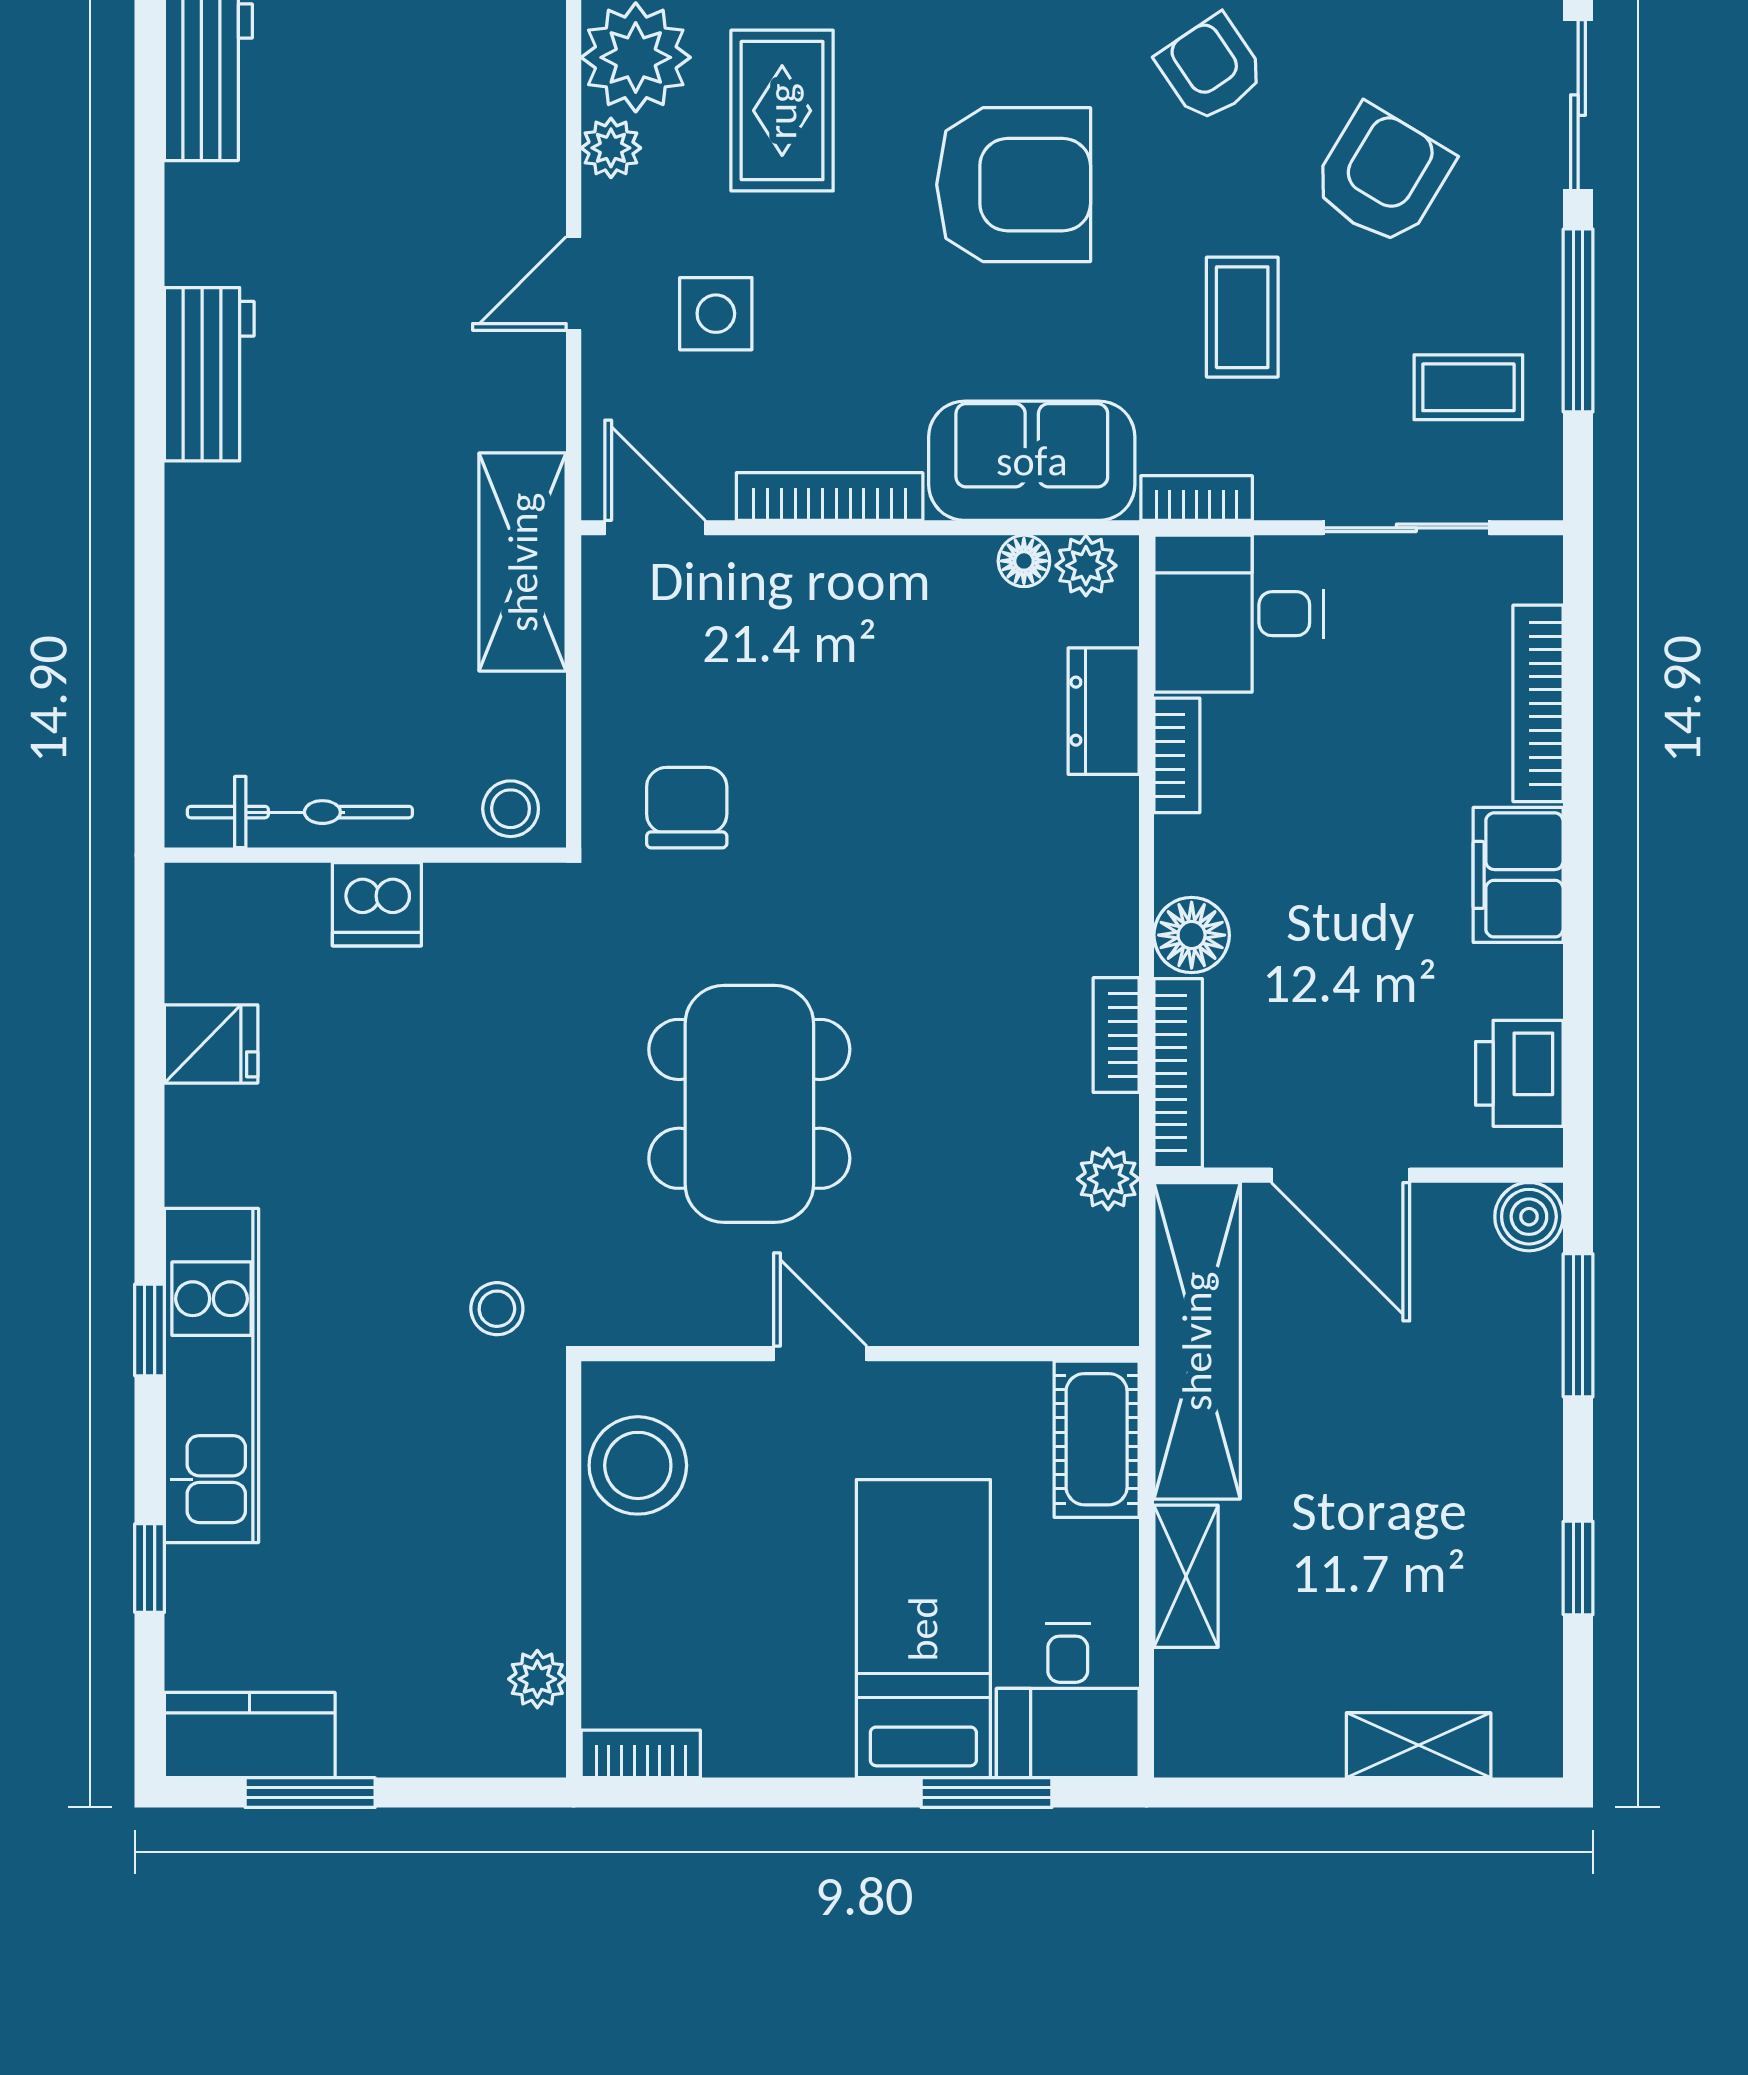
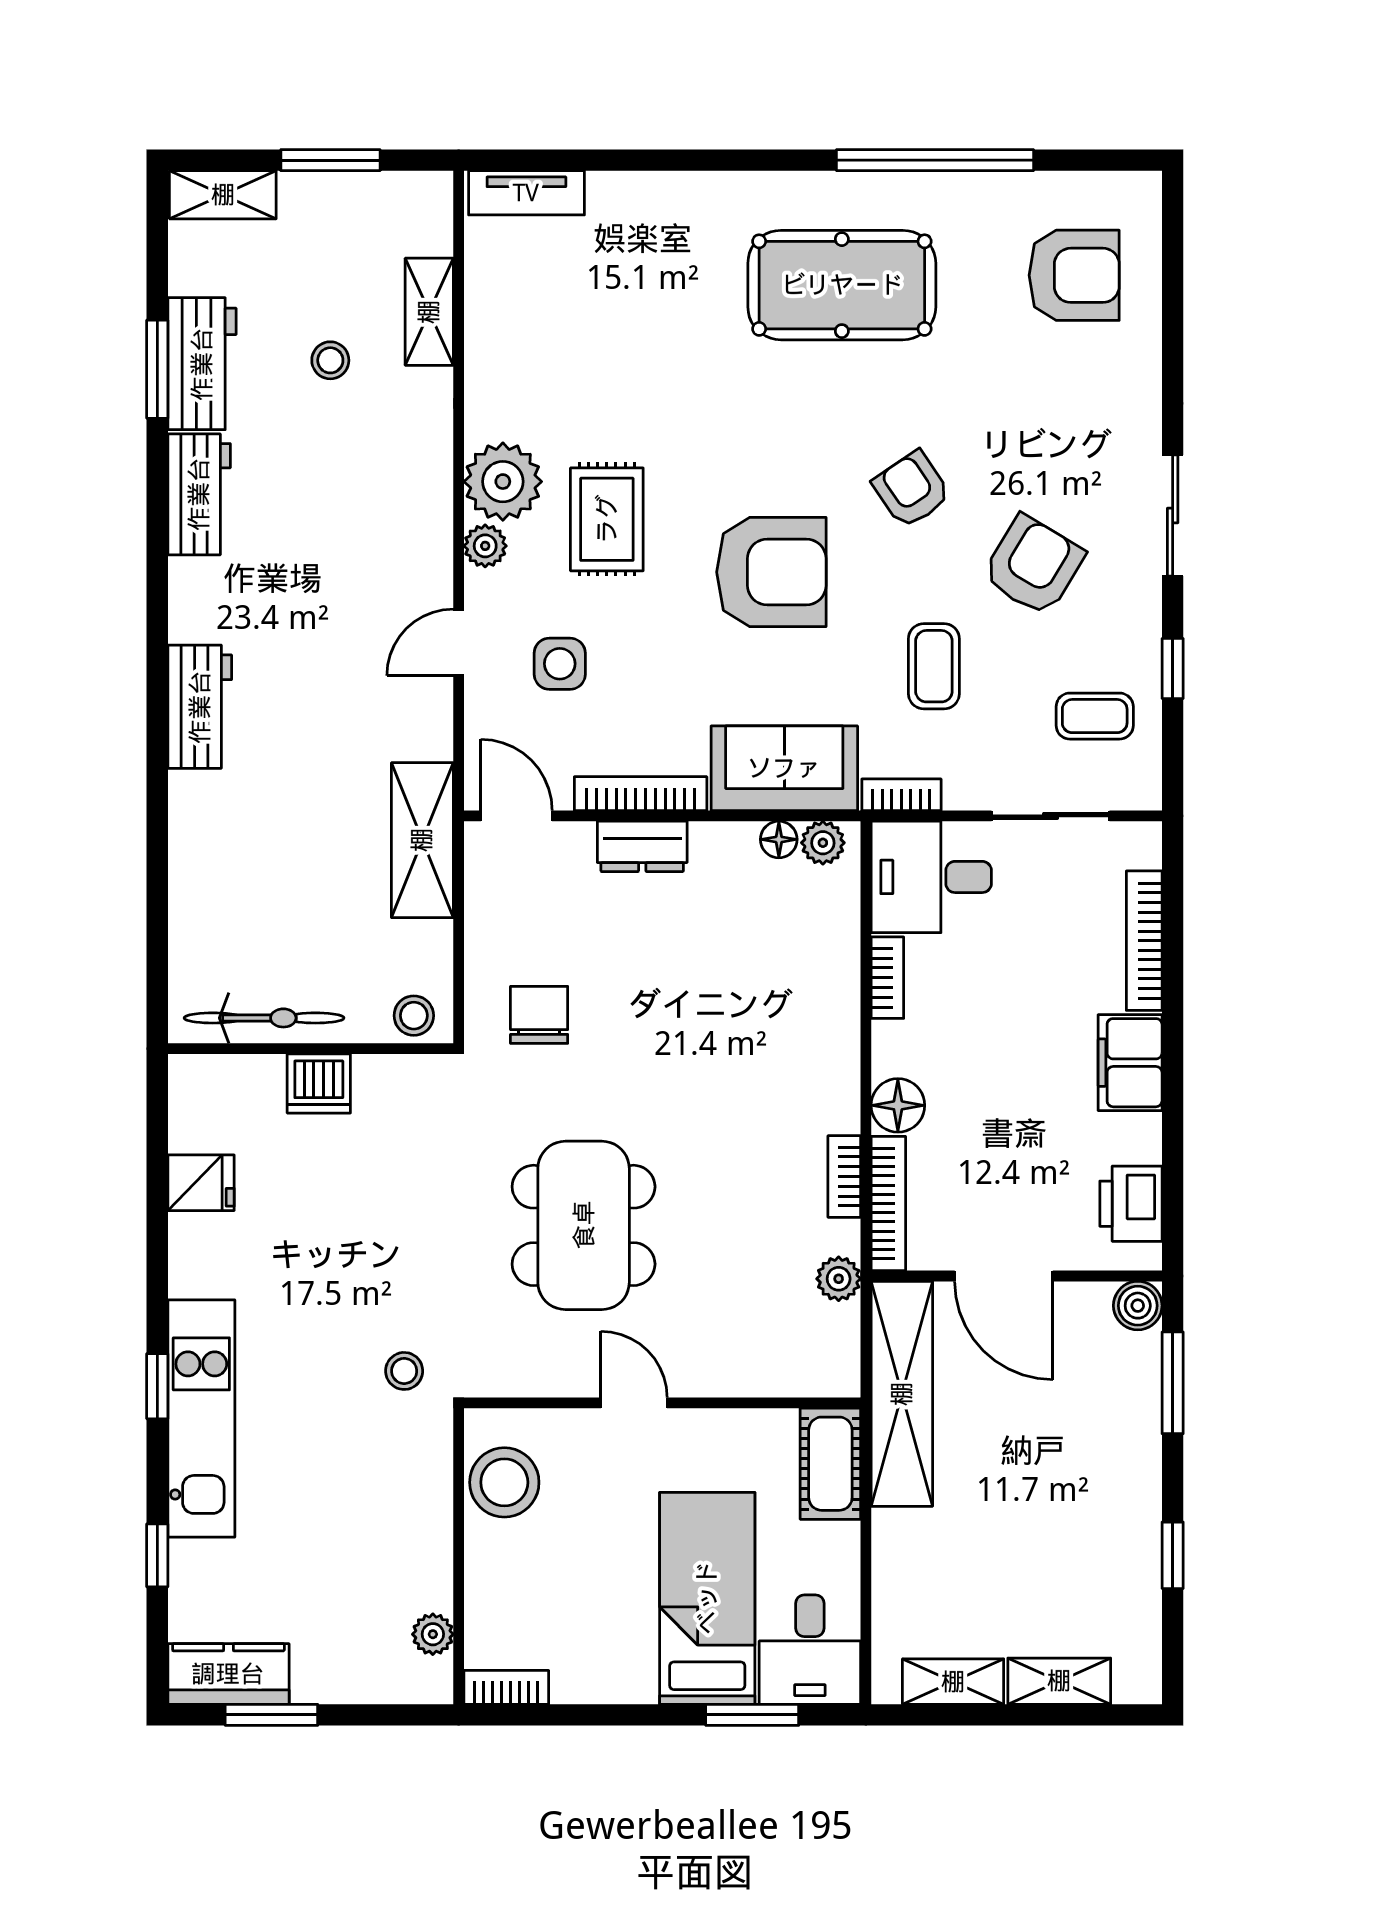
window: (1578, 320) -> (1173, 669), width x0.46
dresser: (1104, 711) -> (642, 846), moved, turned -90
shelving: (1186, 1576) -> (953, 1682), moved, turned 90

